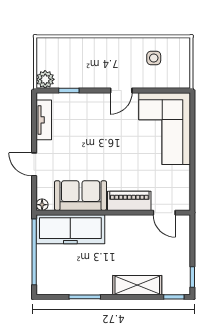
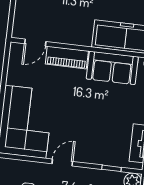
door: (164, 213) -> (35, 43), swing flipped

